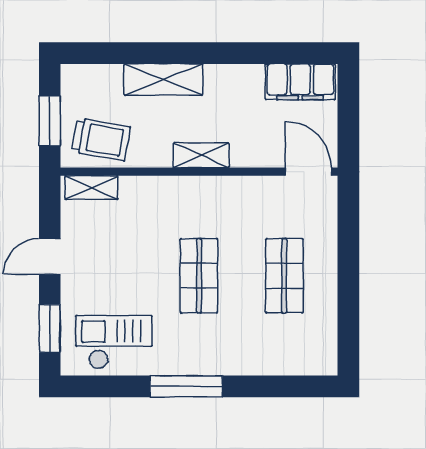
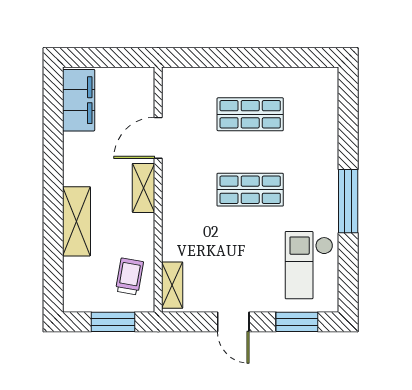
trolley: (101, 139) -> (130, 277), width x0.73, depth x0.72
door: (308, 172) -> (158, 138), moved

